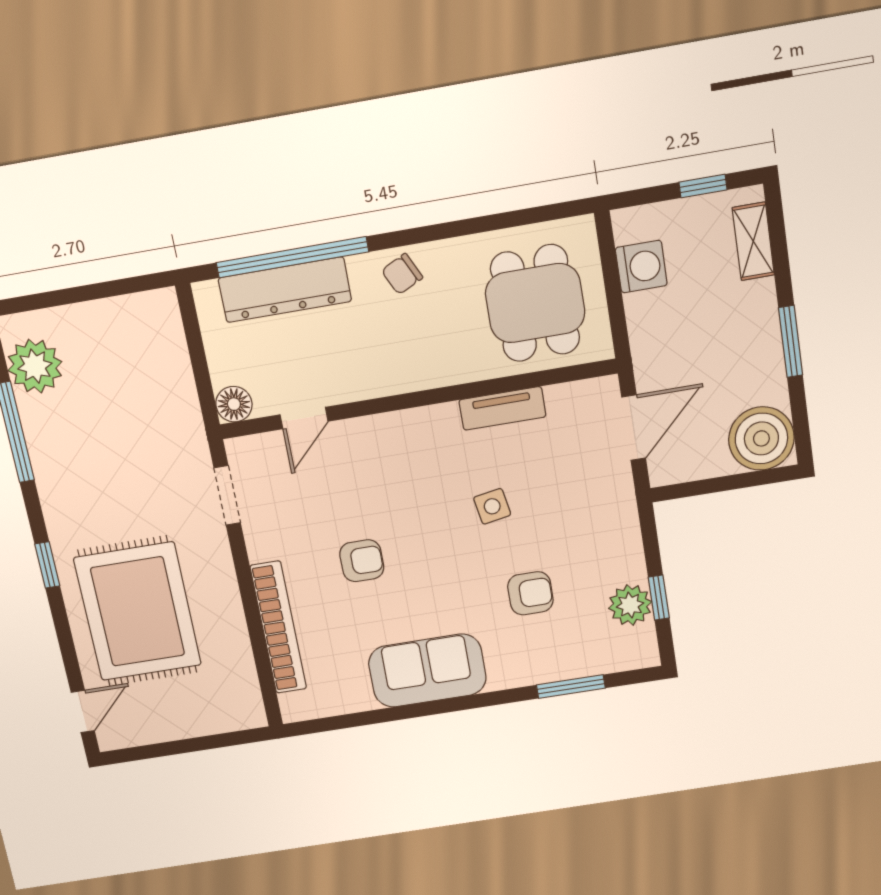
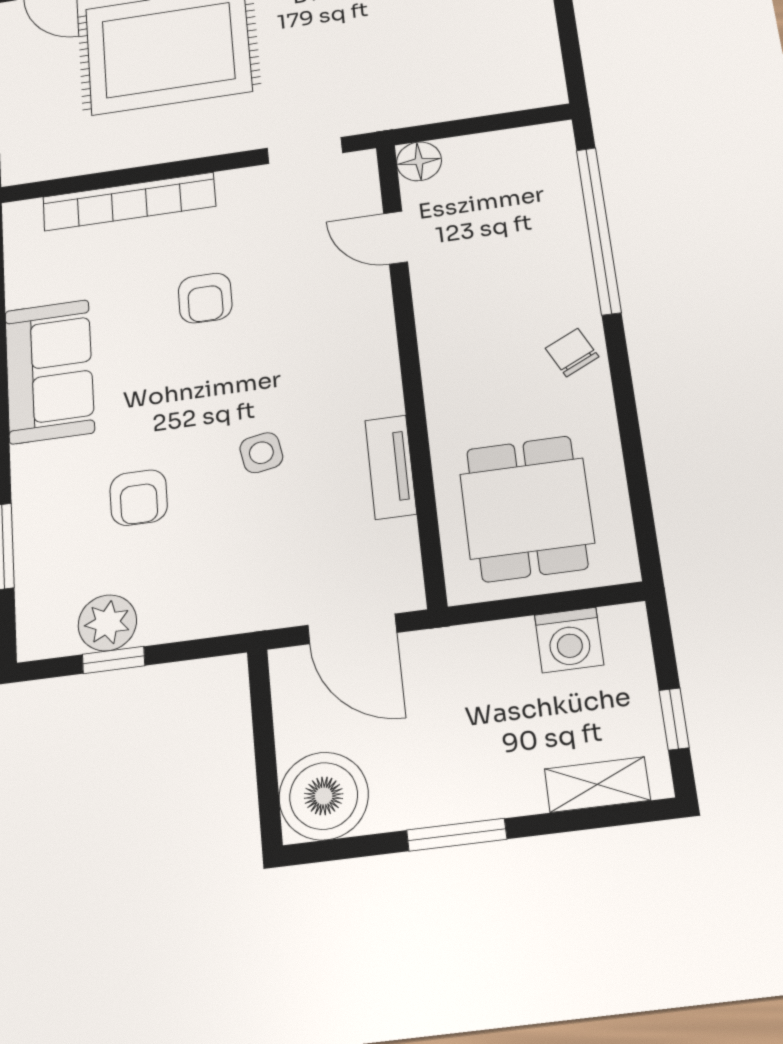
dresser: (285, 290) -> (559, 221), removed
dining table: (535, 303) -> (527, 508), turned 90

